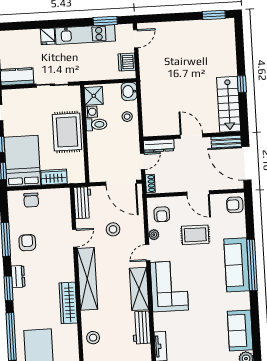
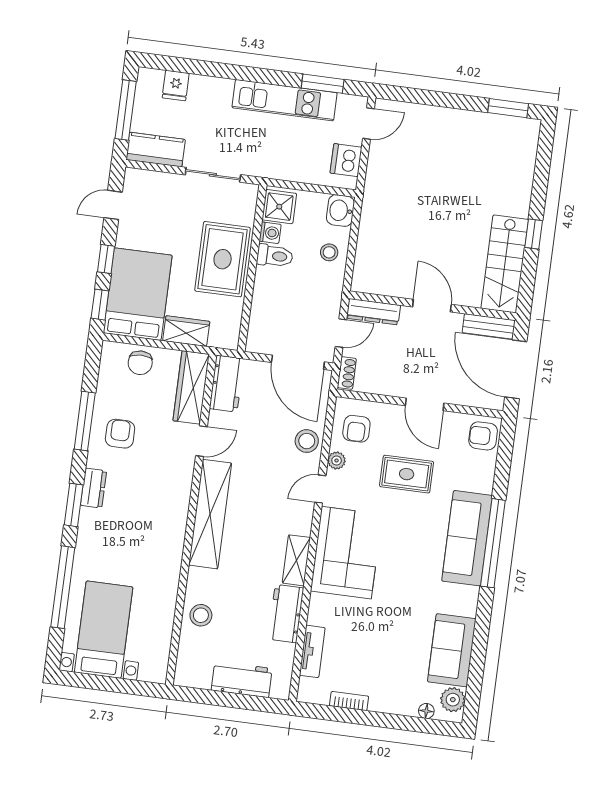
fridge: (48, 36) -> (176, 85), moved
stool: (113, 229) -> (307, 441), moved
shelving: (139, 289) -> (296, 560), width x0.67, depth x0.75
wardrobe: (68, 303) -> (191, 387), moved

